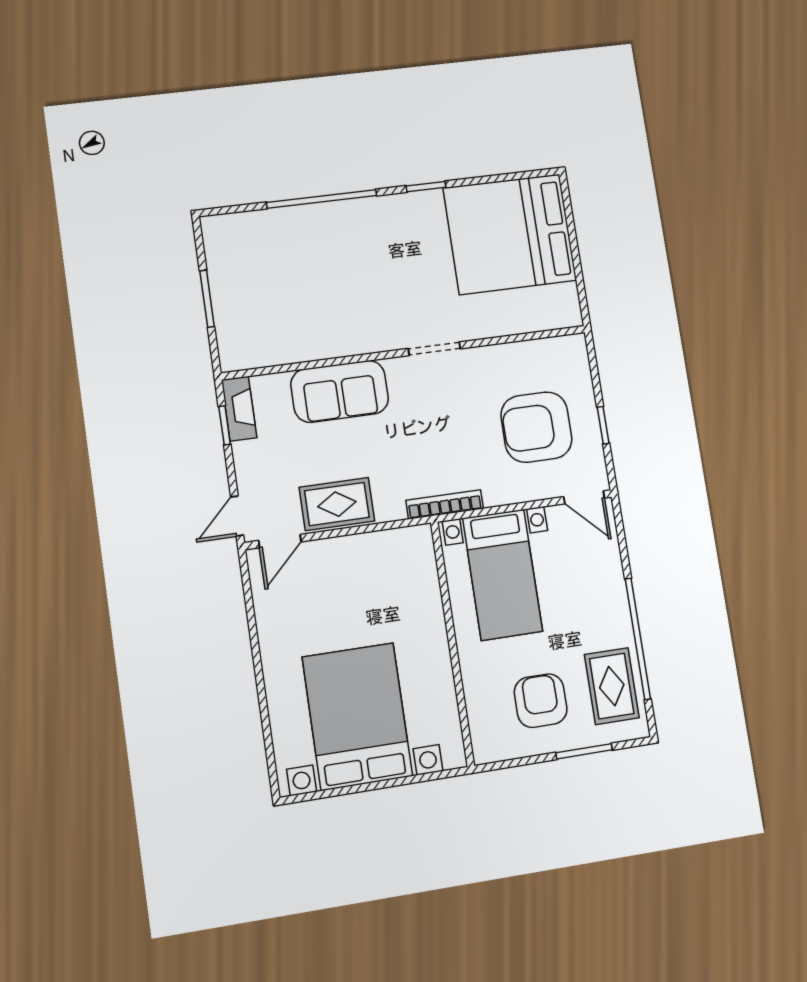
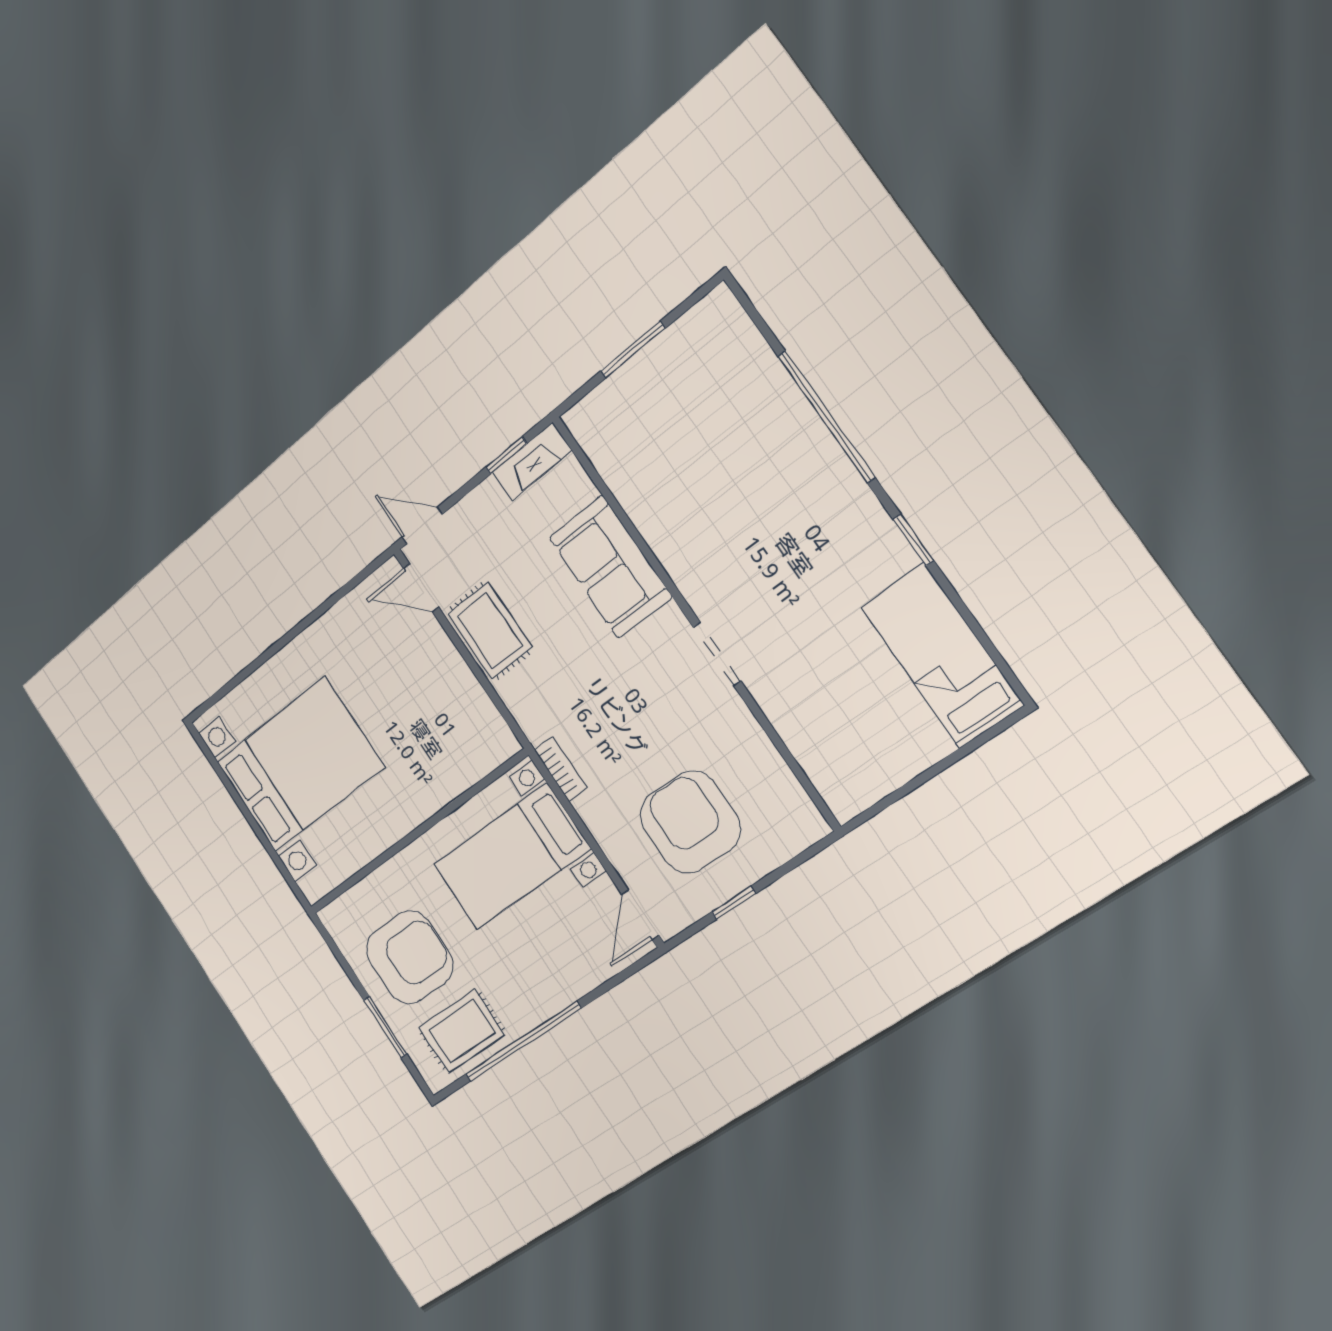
bed: (510, 234) -> (942, 656), width x0.49
bookcase: (445, 504) -> (561, 769), width x0.64
armchair: (541, 701) -> (409, 958), width x1.36, depth x1.36

